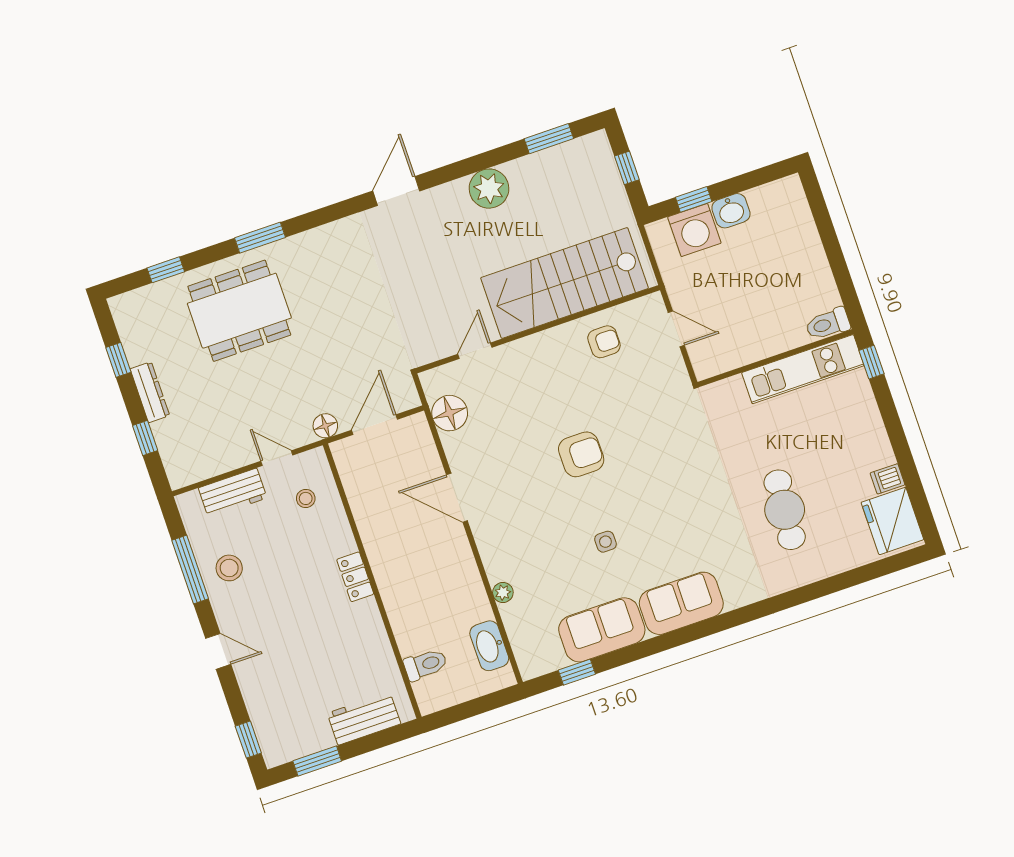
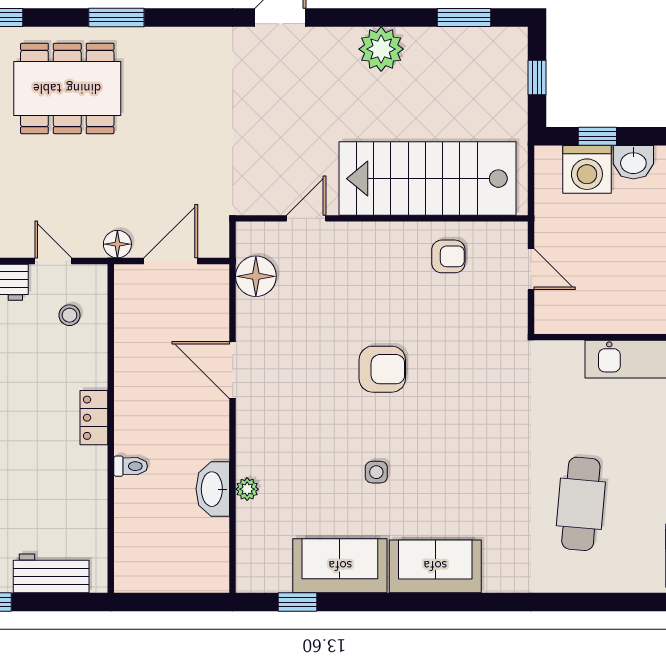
washbasin: (489, 646) -> (213, 489), moved
toilet: (425, 665) -> (131, 466), moved, width x0.73, depth x0.72

